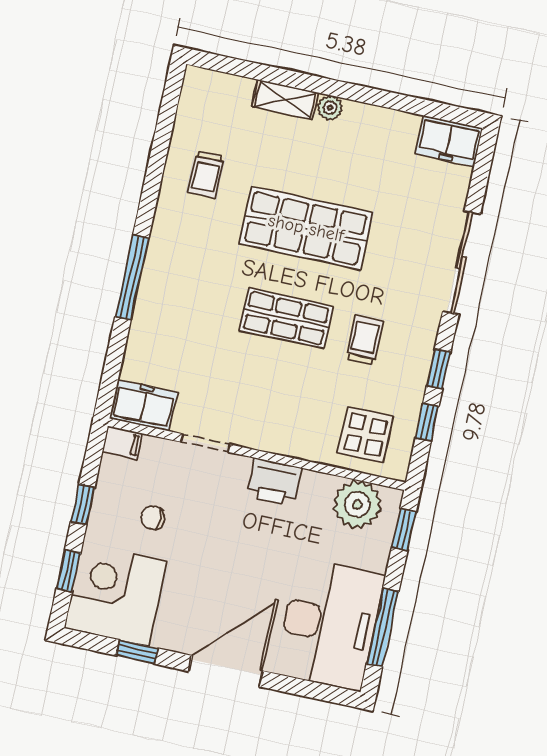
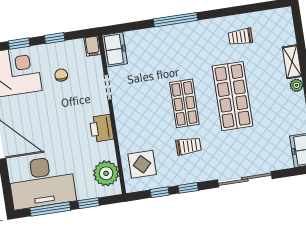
window: (404, 529) -> (89, 203), moved

